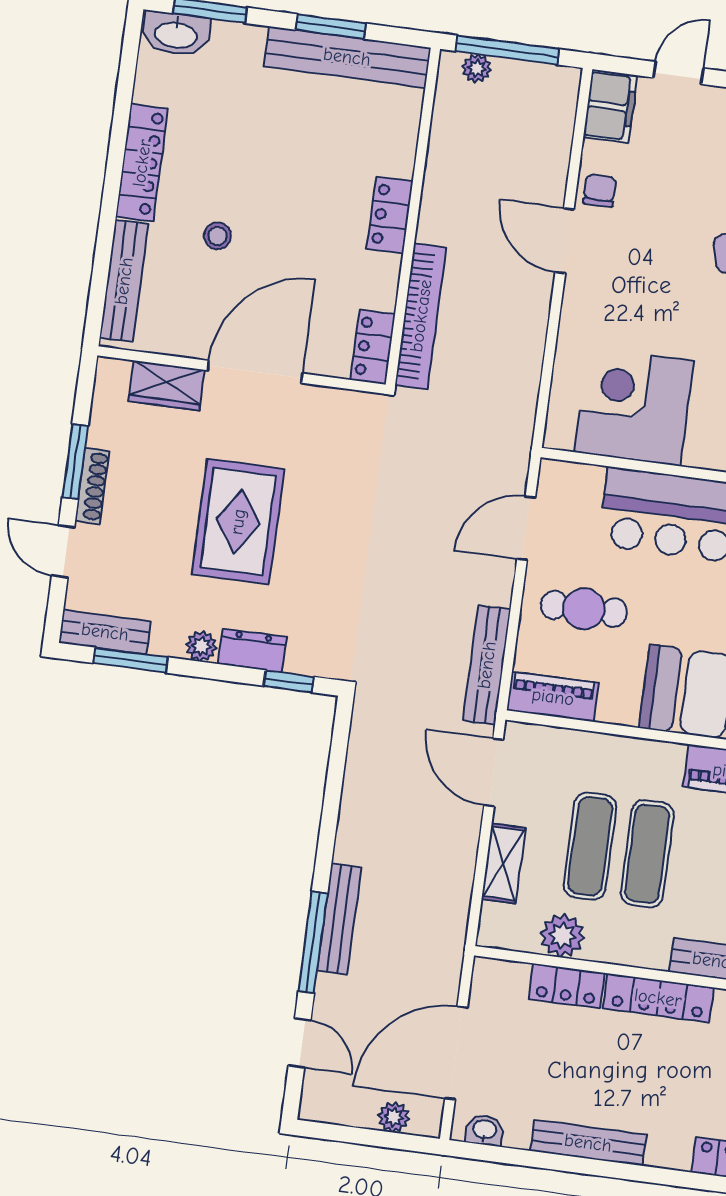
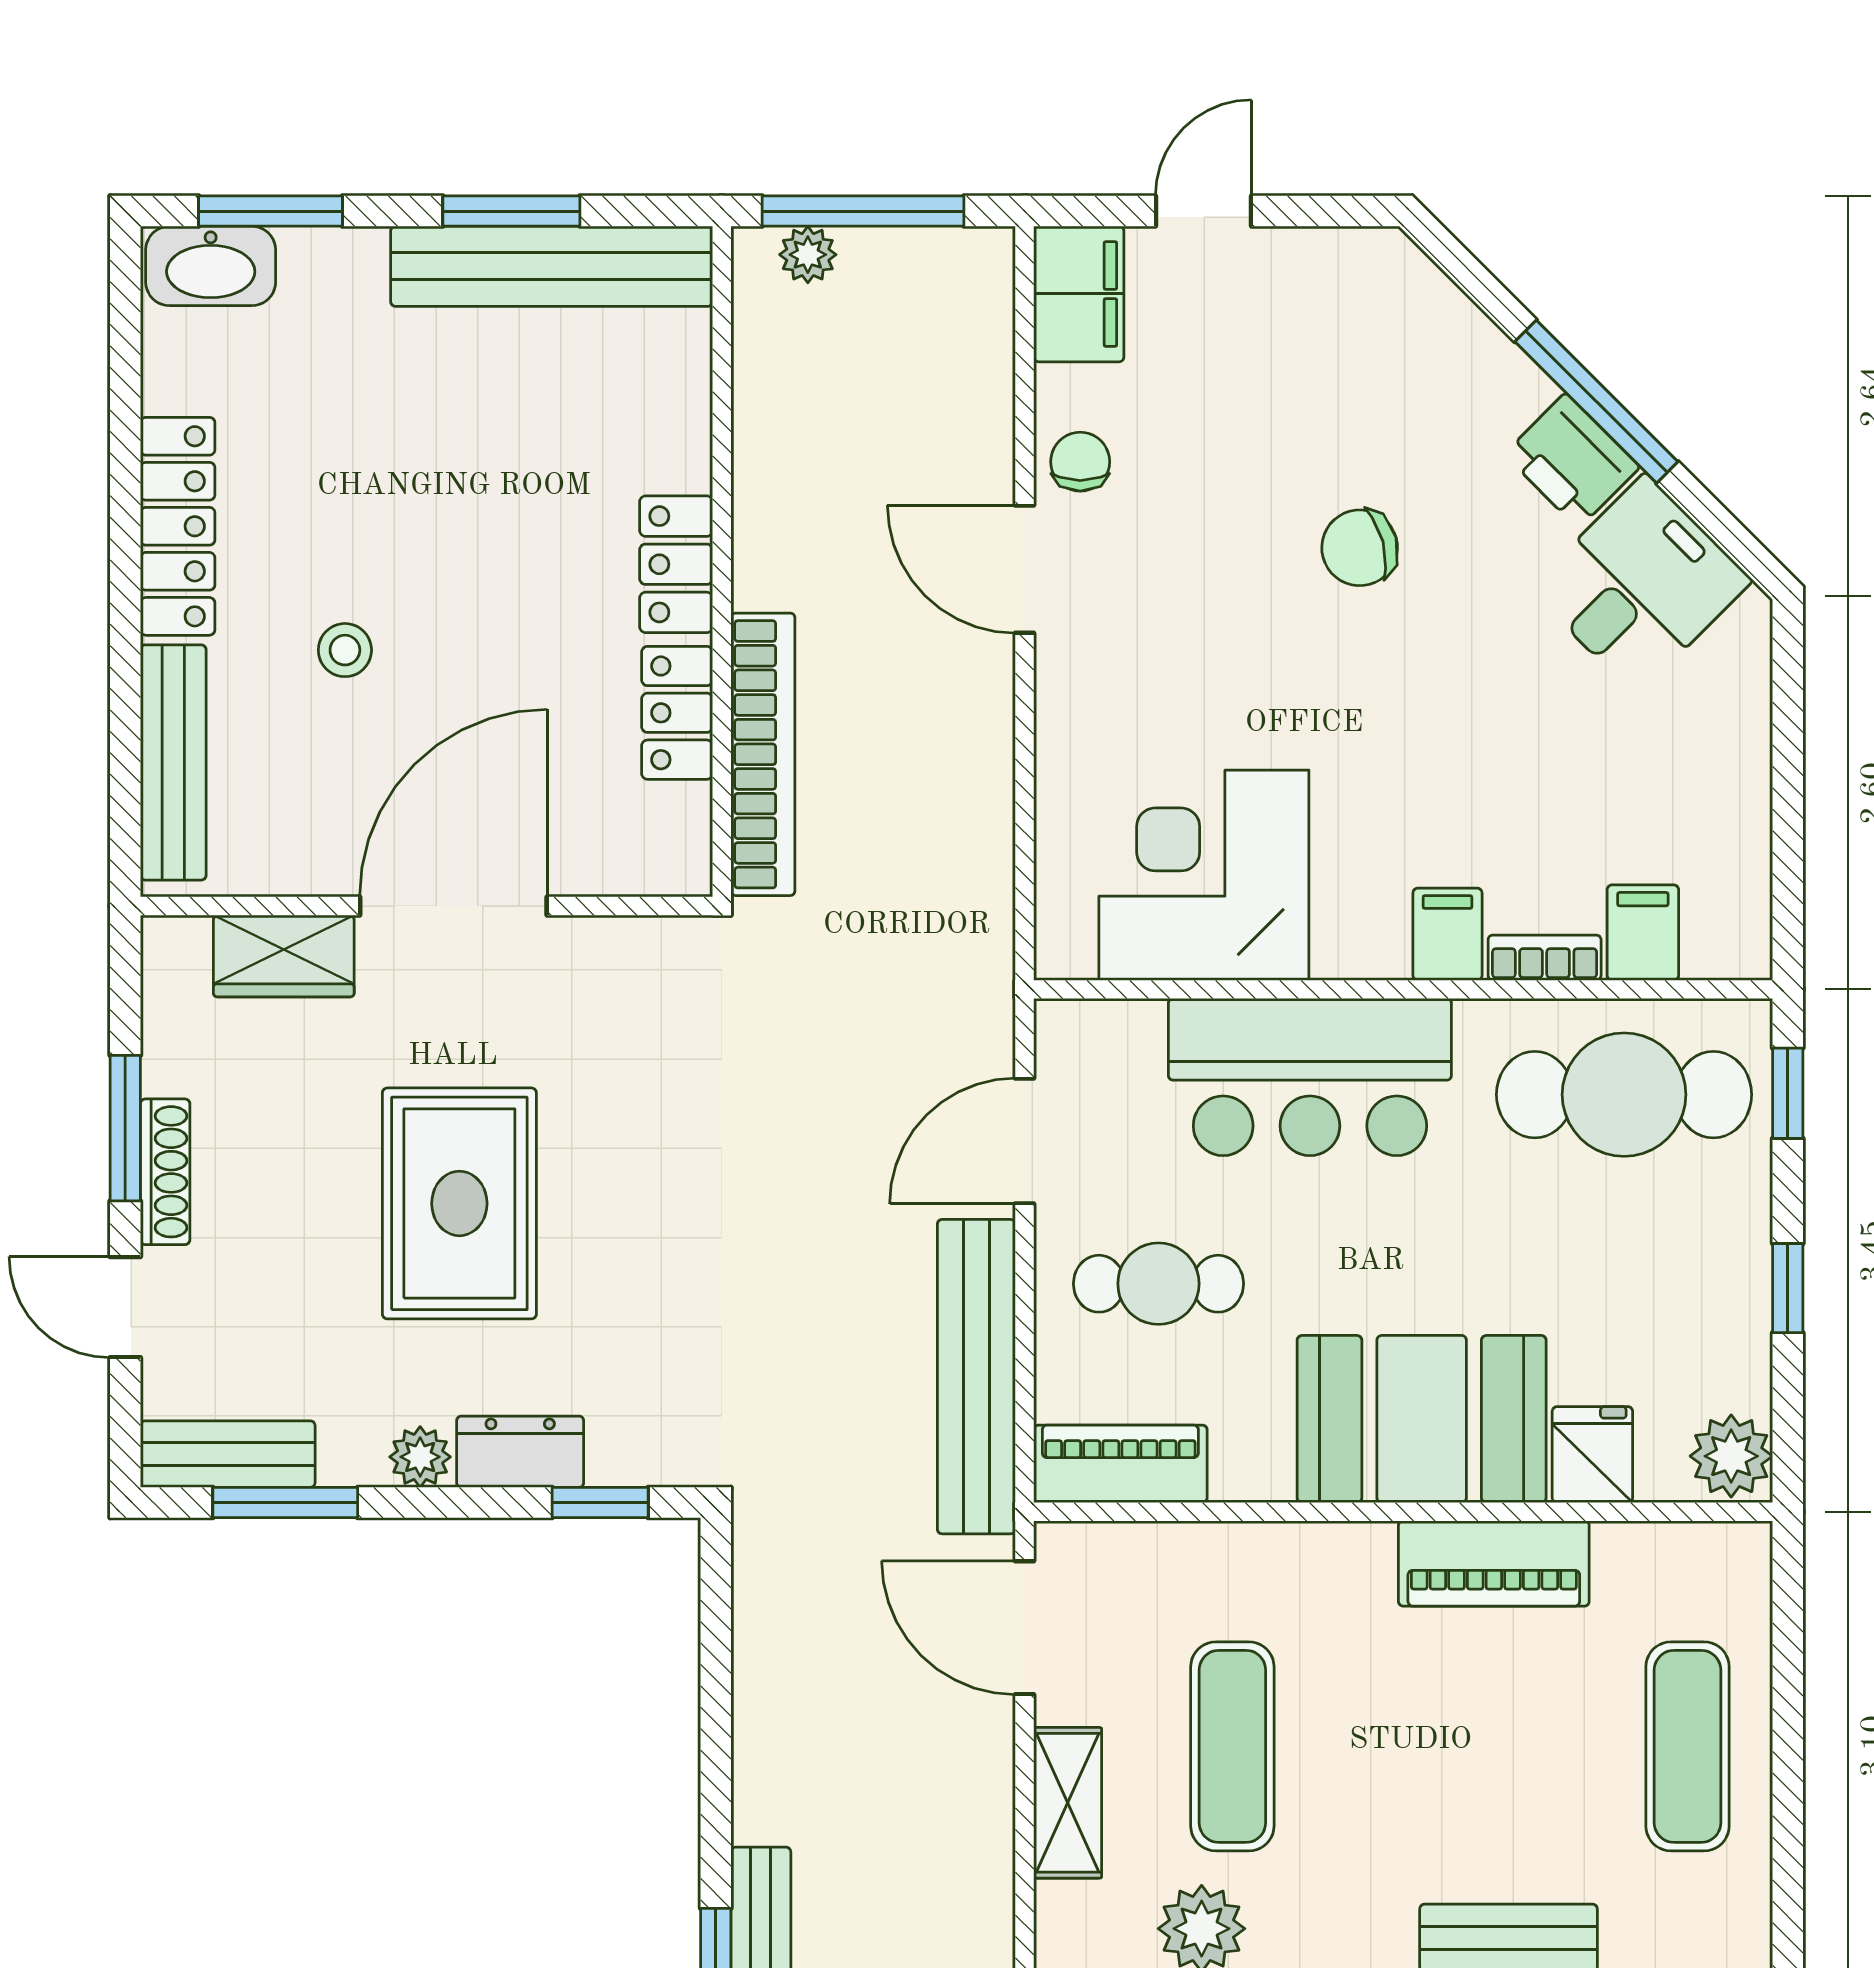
locker: (373, 347) -> (677, 713), moved
bench: (487, 665) -> (976, 1377), width x1.37, depth x1.21
exercise mat: (647, 854) -> (1346, 1746), removed

